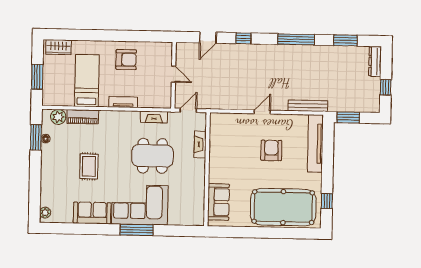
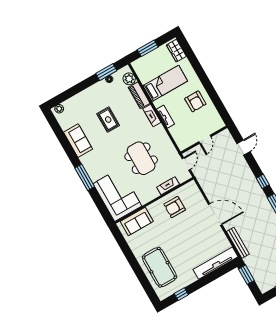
door: (208, 38) -> (243, 148), swing flipped
window: (243, 38) -> (263, 181), moved
door: (188, 110) -> (186, 164), hinge flipped
door: (262, 112) -> (215, 214), width x1.88
fireplace: (154, 117) -> (152, 115), moved
armchair: (271, 150) -> (175, 207), moved, turned 180
rug: (89, 166) -> (108, 120), turned 90
corner sofa: (140, 205) -> (117, 195), moved
pool table: (283, 207) -> (160, 267), width x0.73, depth x0.76

